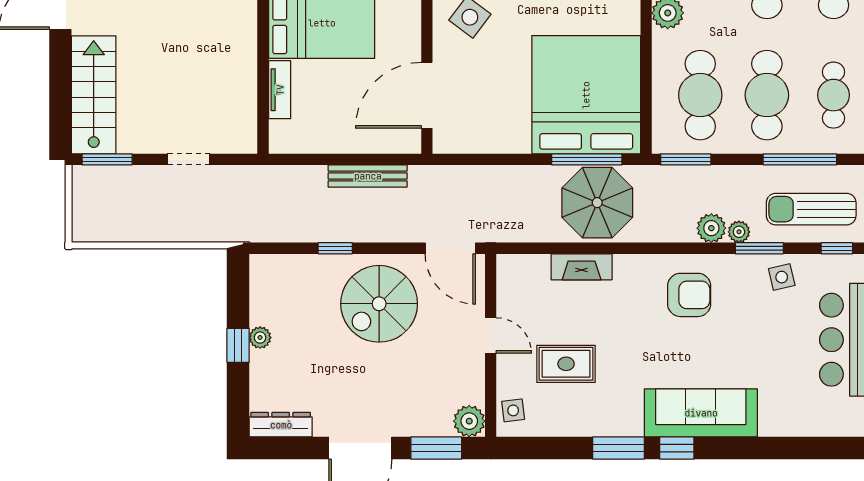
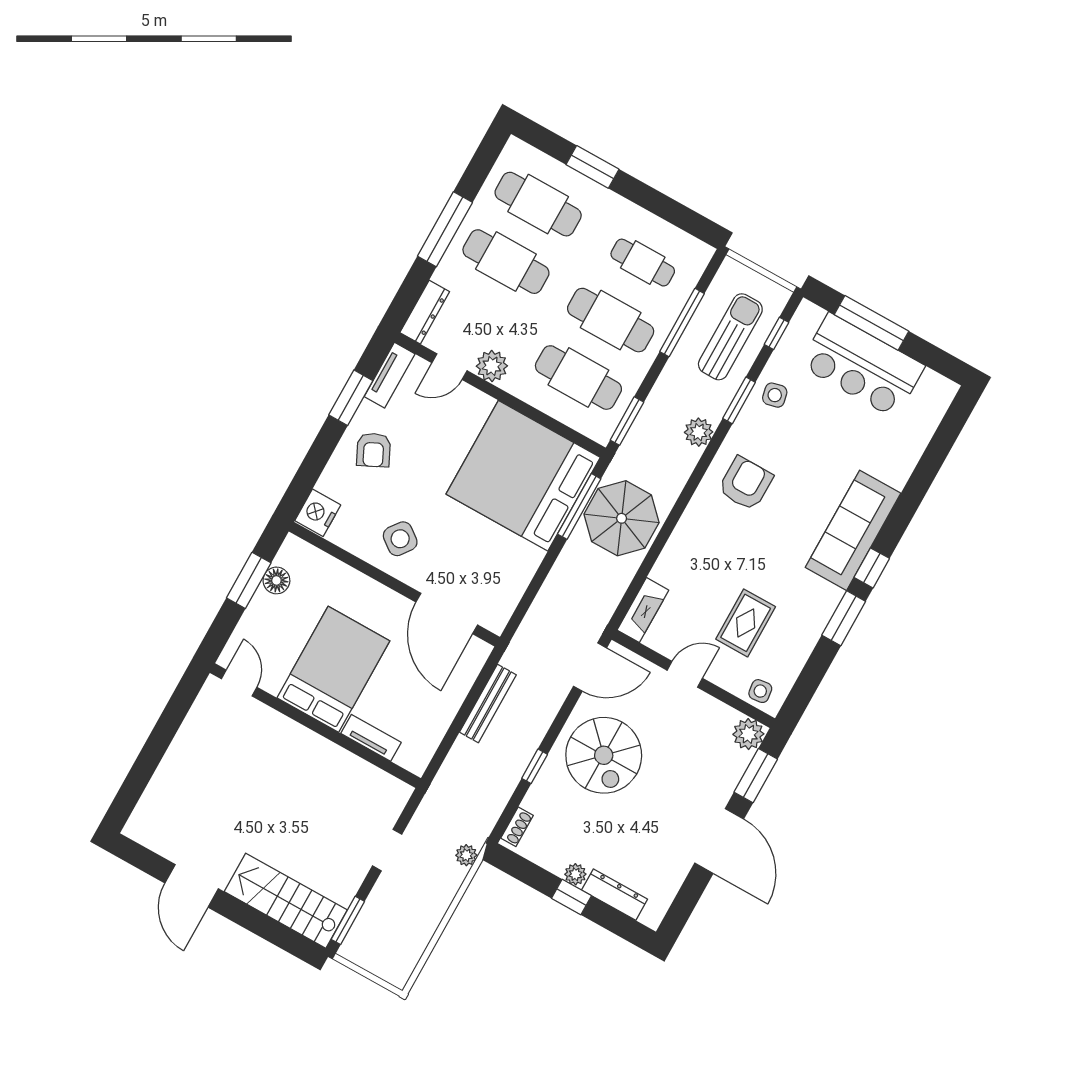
sun lounger: (811, 209) -> (730, 337), turned 180
plant: (739, 232) -> (466, 855), moved
shoe rack: (273, 263) -> (517, 827), added
fireplace: (582, 267) -> (643, 610), moved
dresser: (281, 425) -> (615, 895), moved, turned 90

